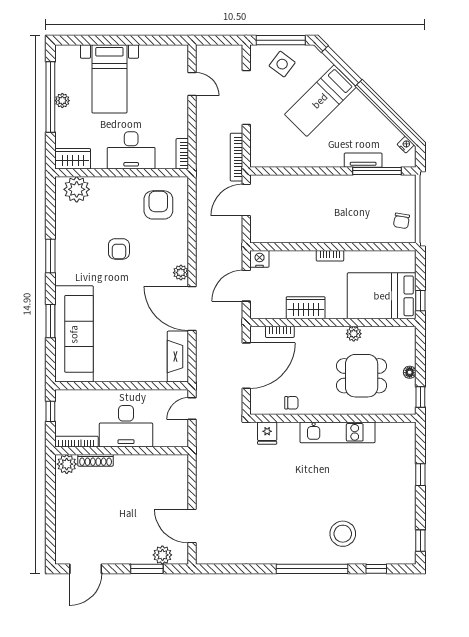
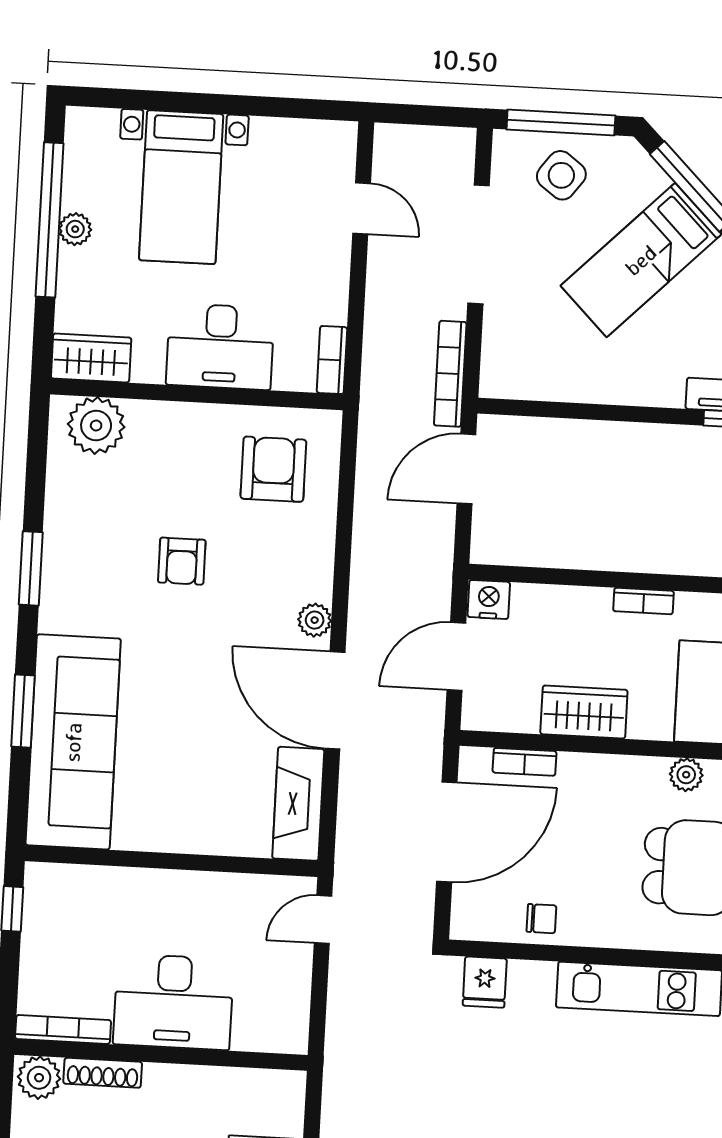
desk: (126, 426) -> (173, 1002), moved
bookcase: (76, 442) -> (63, 1030), moved
wall: (122, 451) -> (161, 1055), moved
shoe rack: (96, 460) -> (103, 1073), moved
plant: (67, 464) -> (39, 1078), moved

